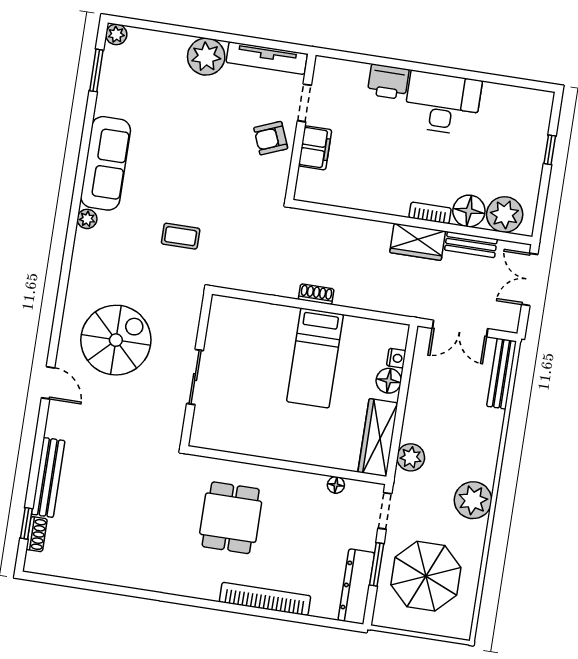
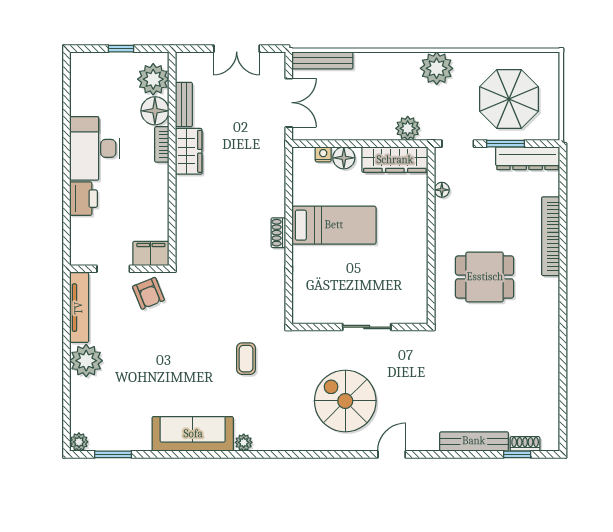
floor lamp: (469, 211) -> (155, 111), moved
bookcase: (430, 213) -> (162, 144), moved
plant: (505, 214) -> (153, 79), moved
wall: (412, 222) -> (172, 159), moved
wardrobe: (418, 242) -> (189, 151), moved
bench: (471, 245) -> (184, 105), moved

